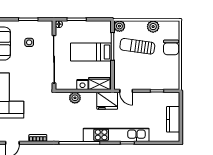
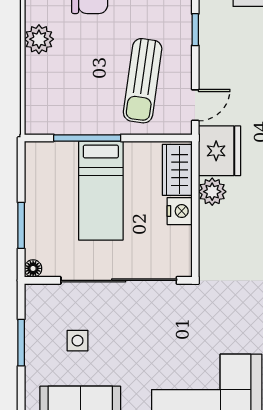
plant: (119, 26) -> (38, 121), removed
sun lounger: (137, 46) -> (143, 81), moved
plant: (75, 98) -> (212, 192), moved

